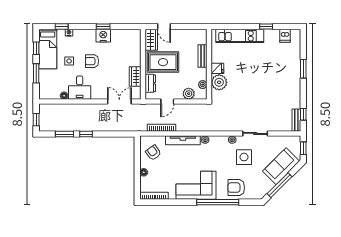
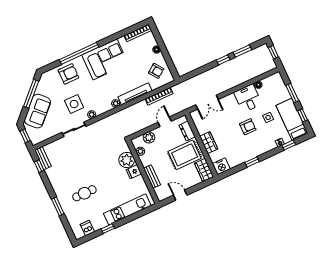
door: (164, 27) -> (180, 195), moved
nightstand: (103, 36) -> (221, 166), moved
cafe table: (273, 69) -> (84, 193), added
wardrobe: (135, 76) -> (209, 143), moved

